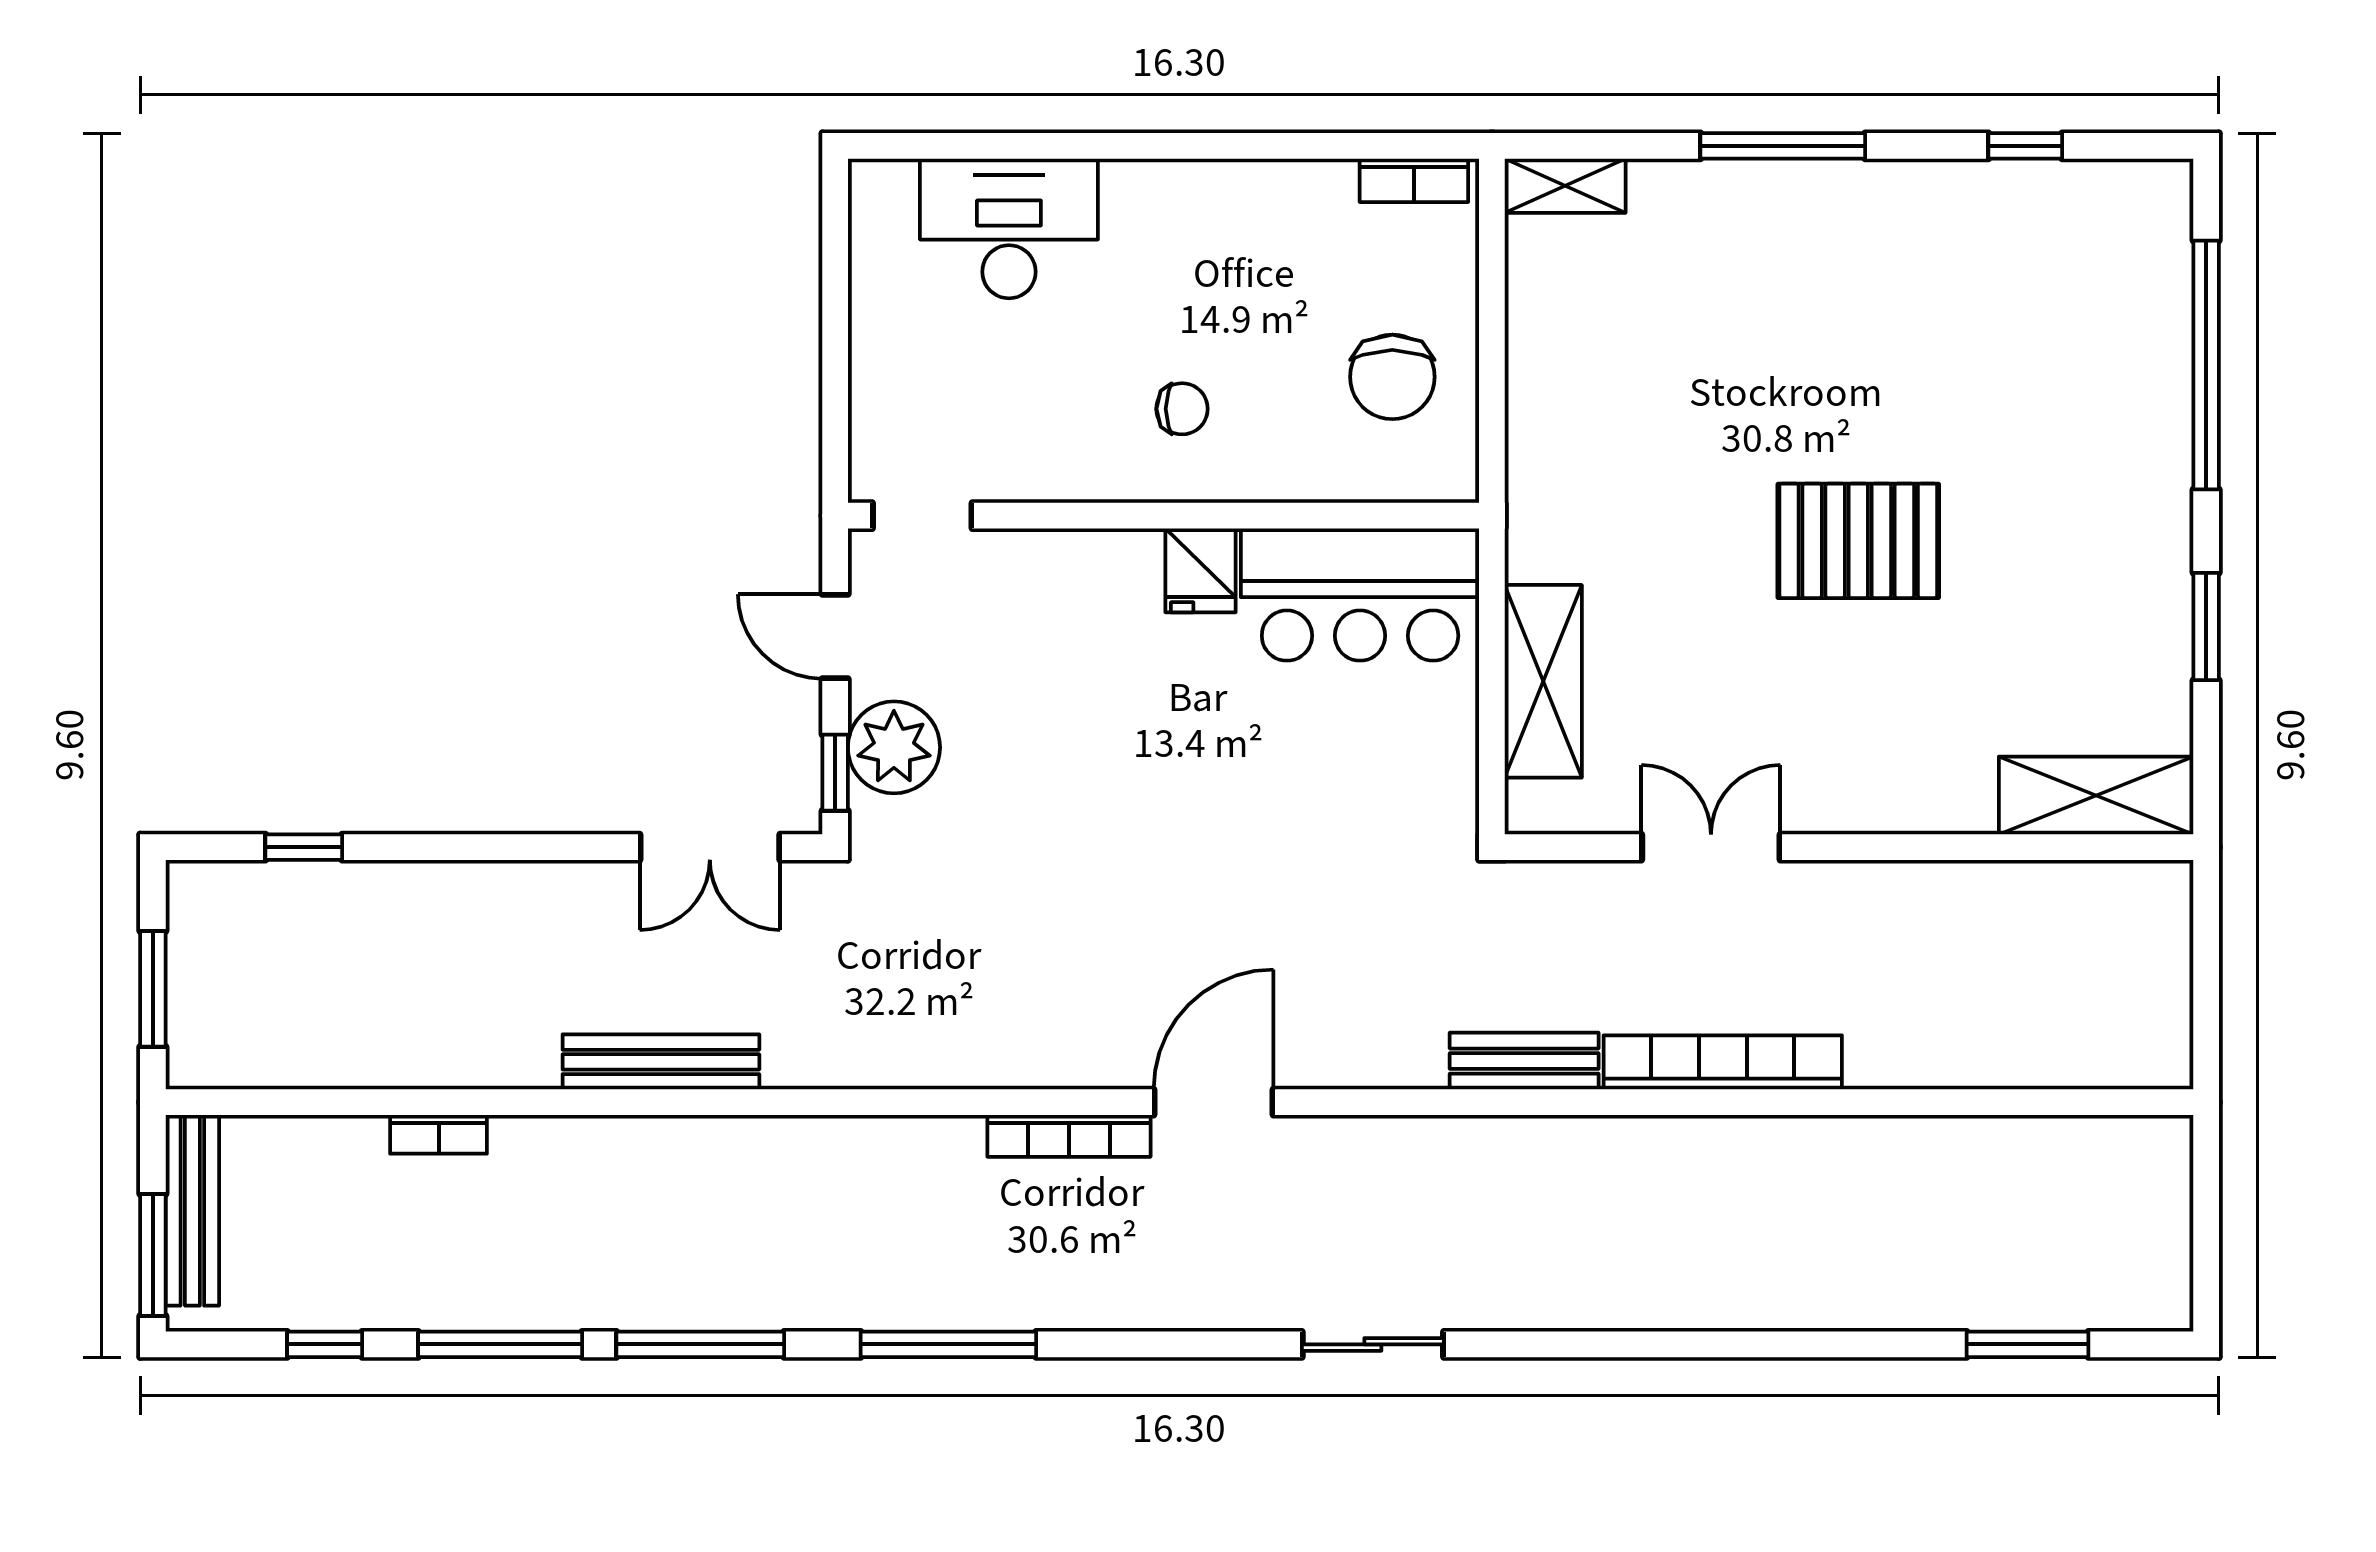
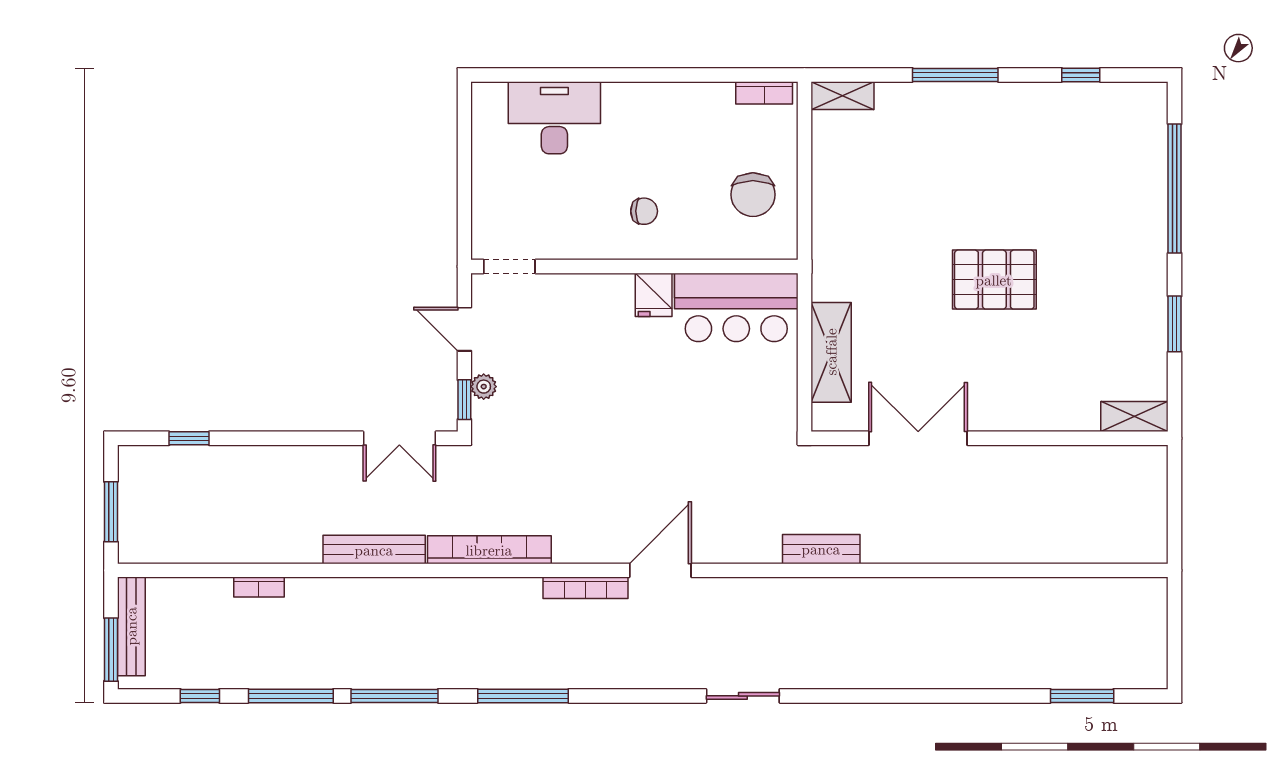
plant: (894, 747) -> (484, 387), width x0.53, depth x0.53
shelving: (2096, 795) -> (1134, 417), width x0.67, depth x0.75
double door: (1711, 847) -> (918, 438), width x1.37
bookcase: (1723, 1062) -> (489, 550), moved

